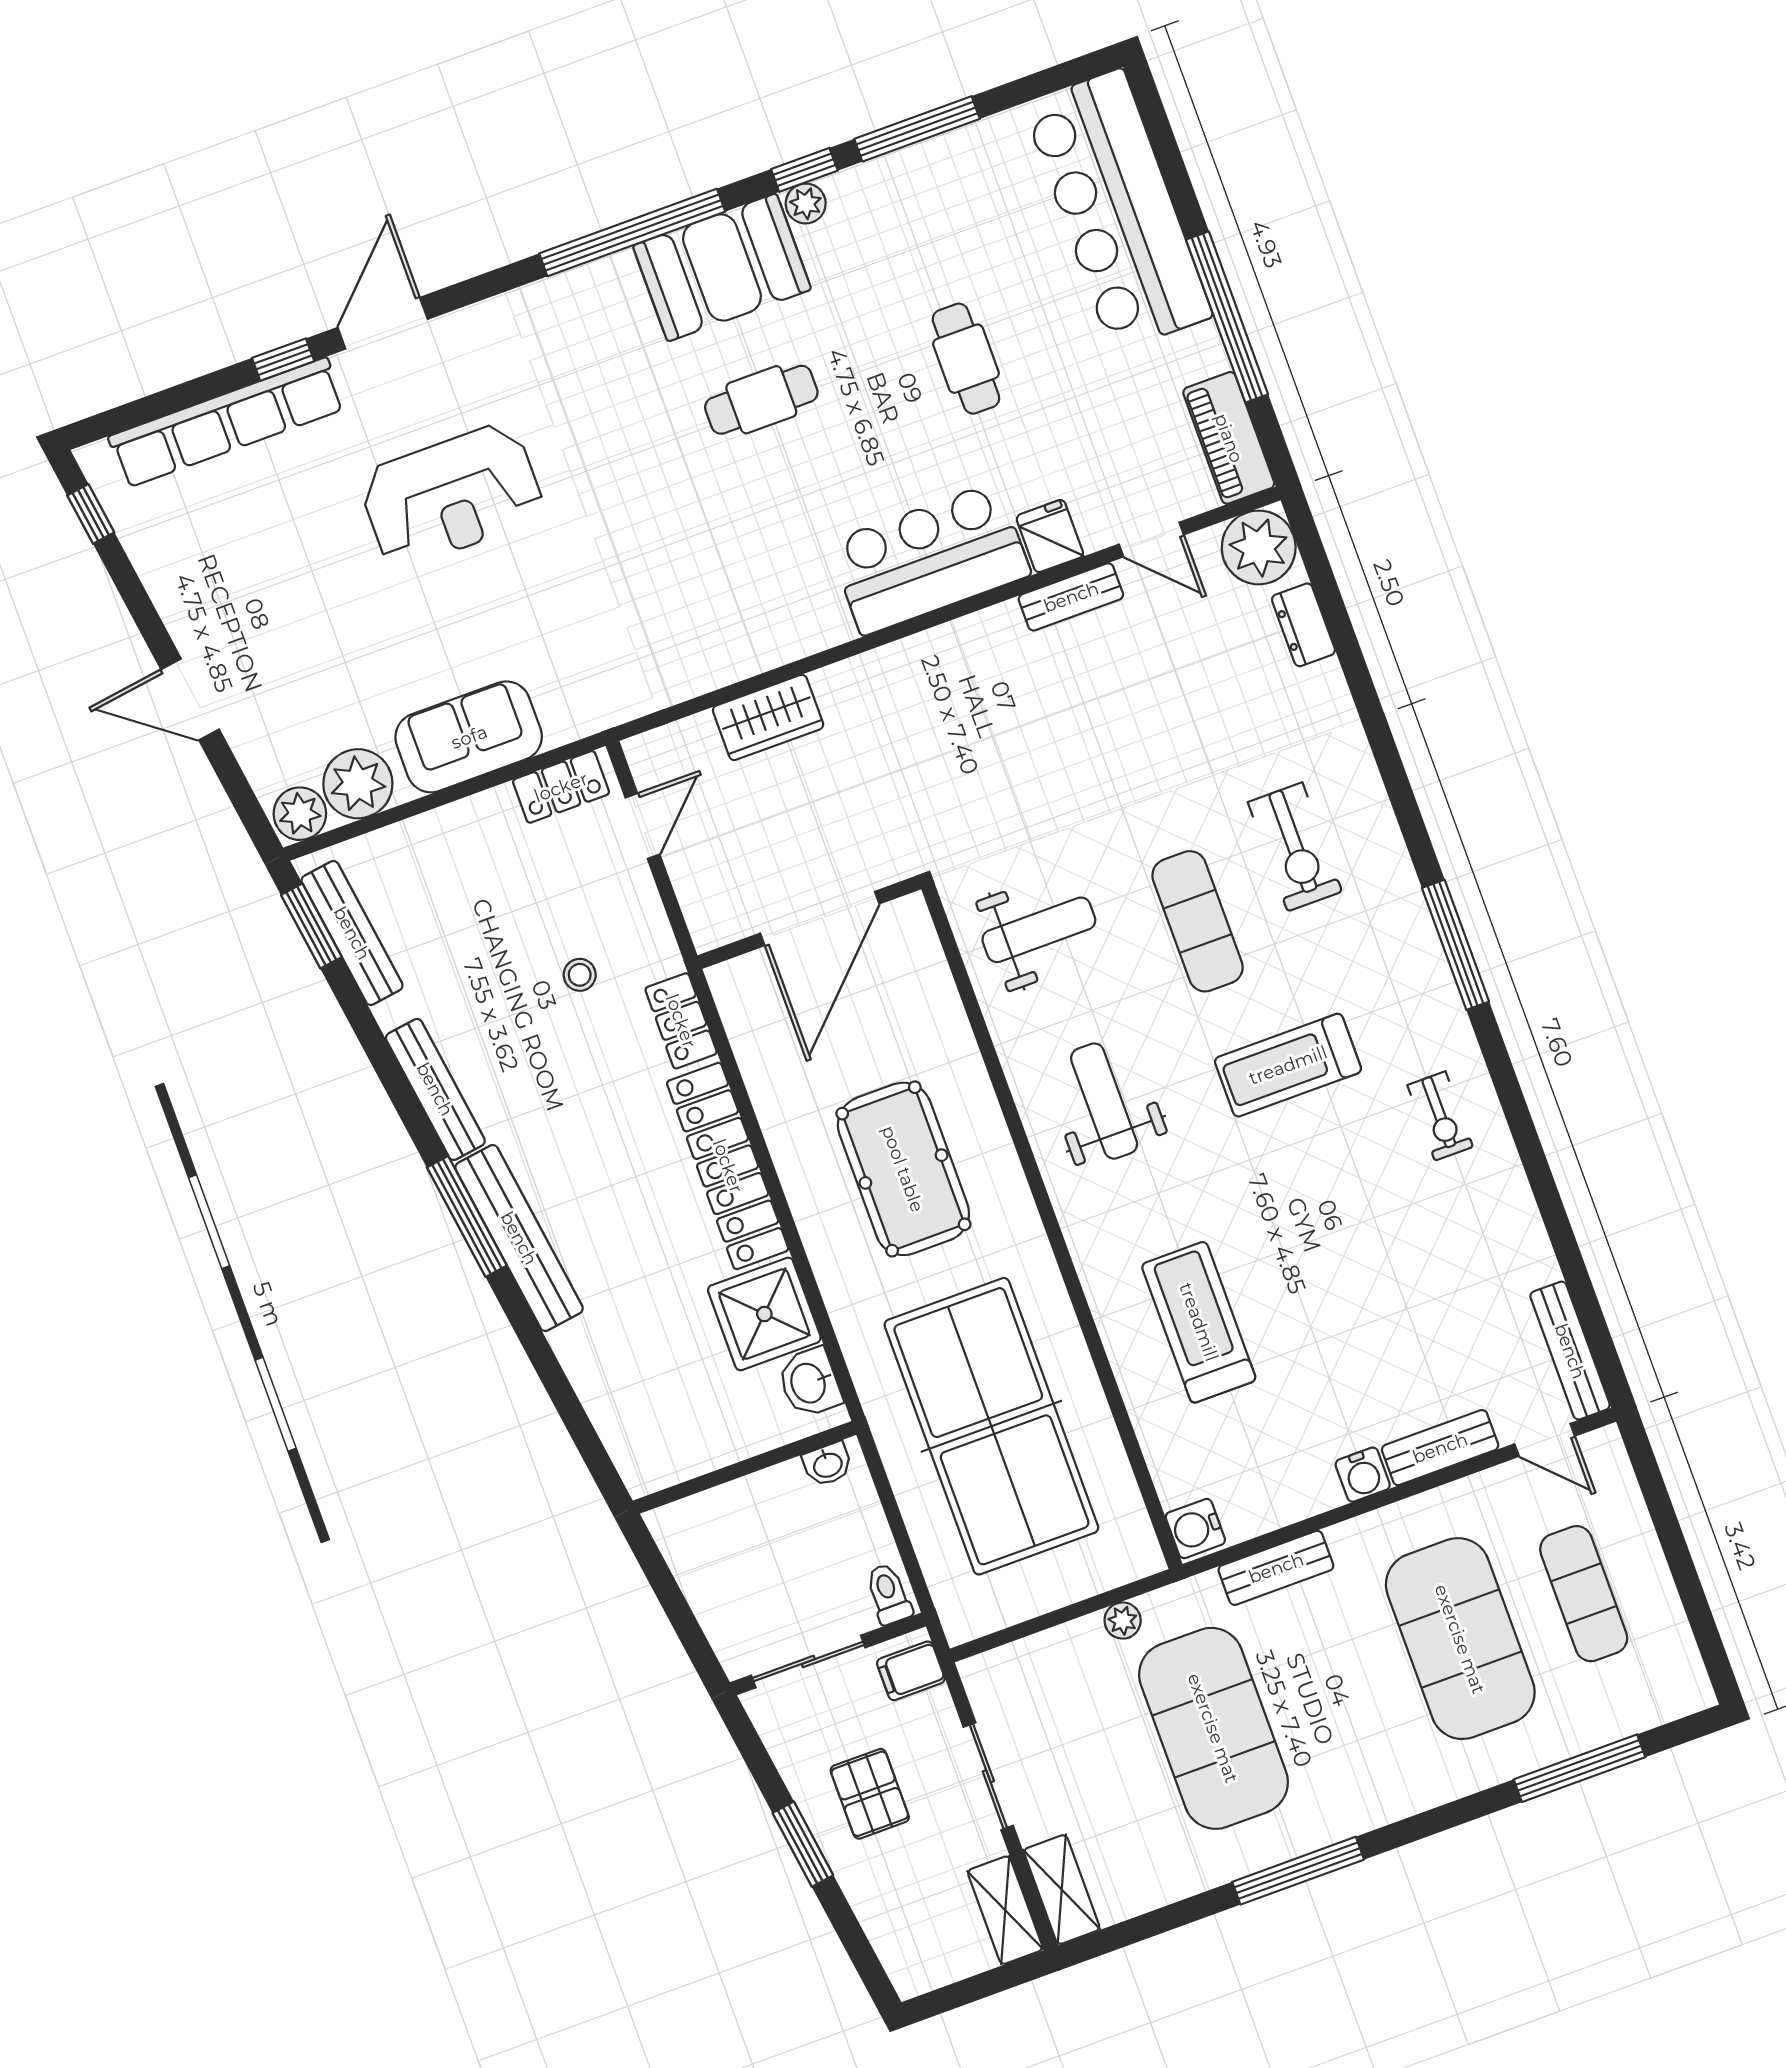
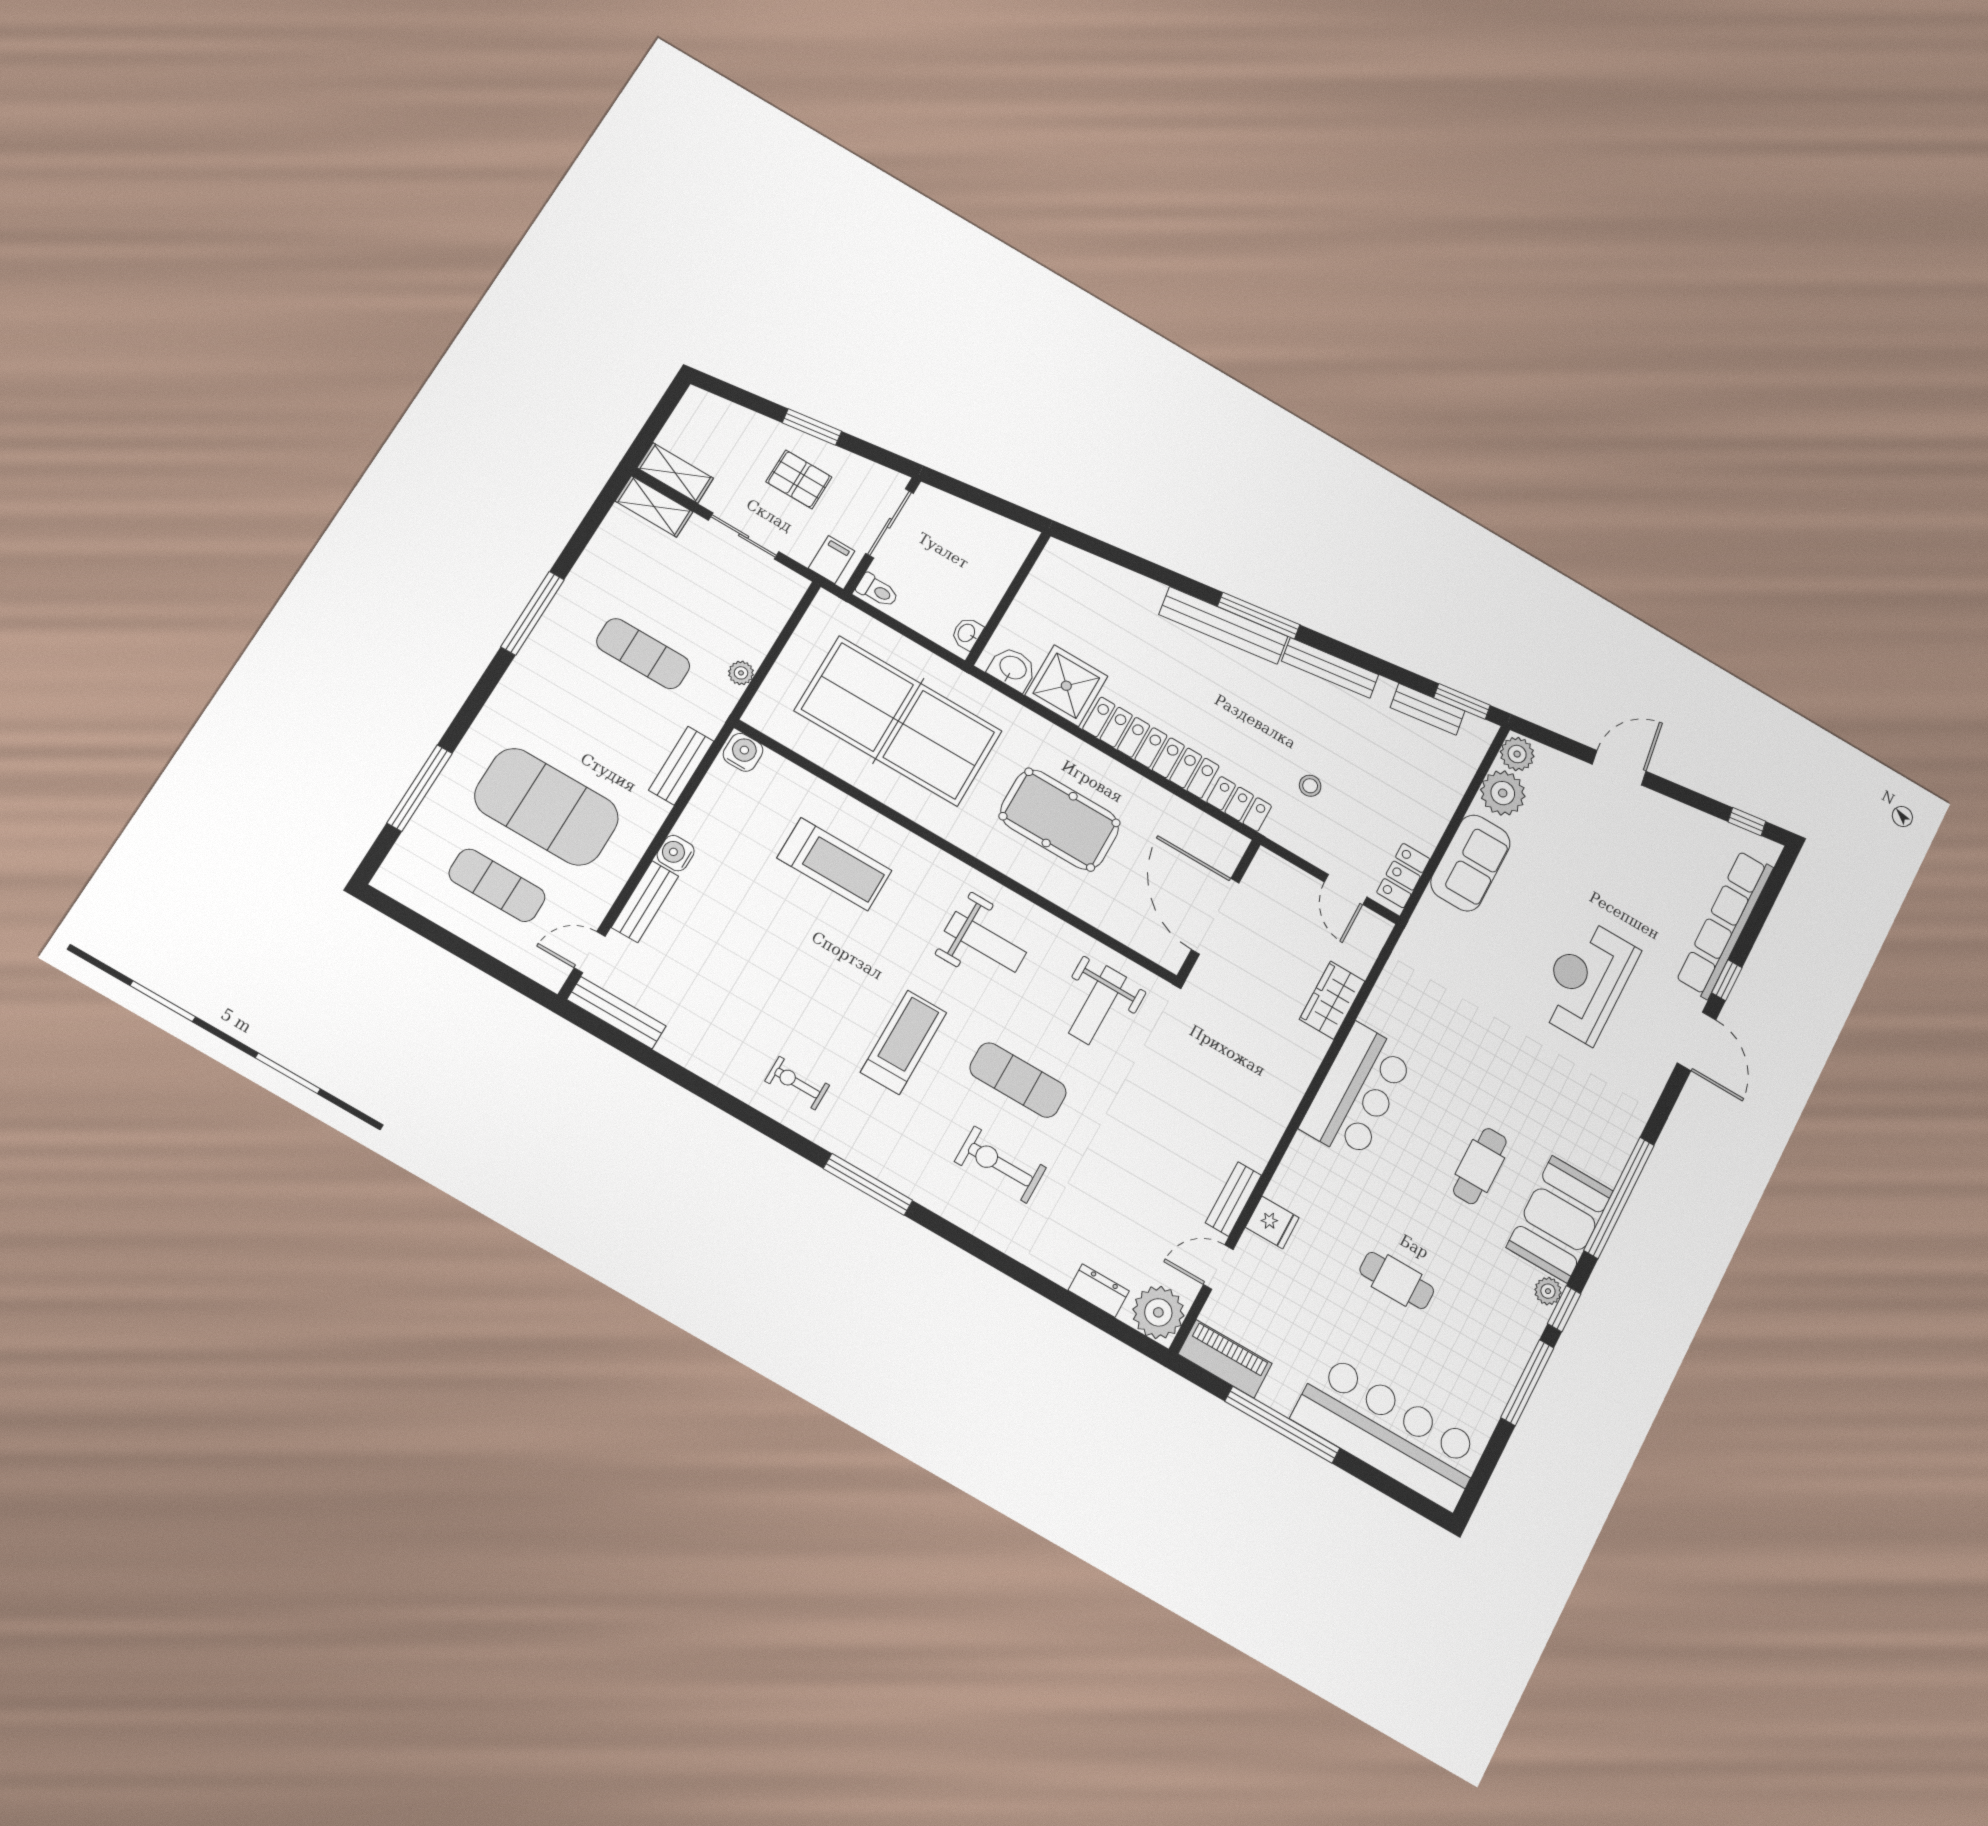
bar counter: (930, 559) -> (1357, 1092), moved
bench: (352, 933) -> (1427, 709), width x0.73
exercise mat: (1213, 1728) -> (643, 654), width x0.50, depth x0.69

